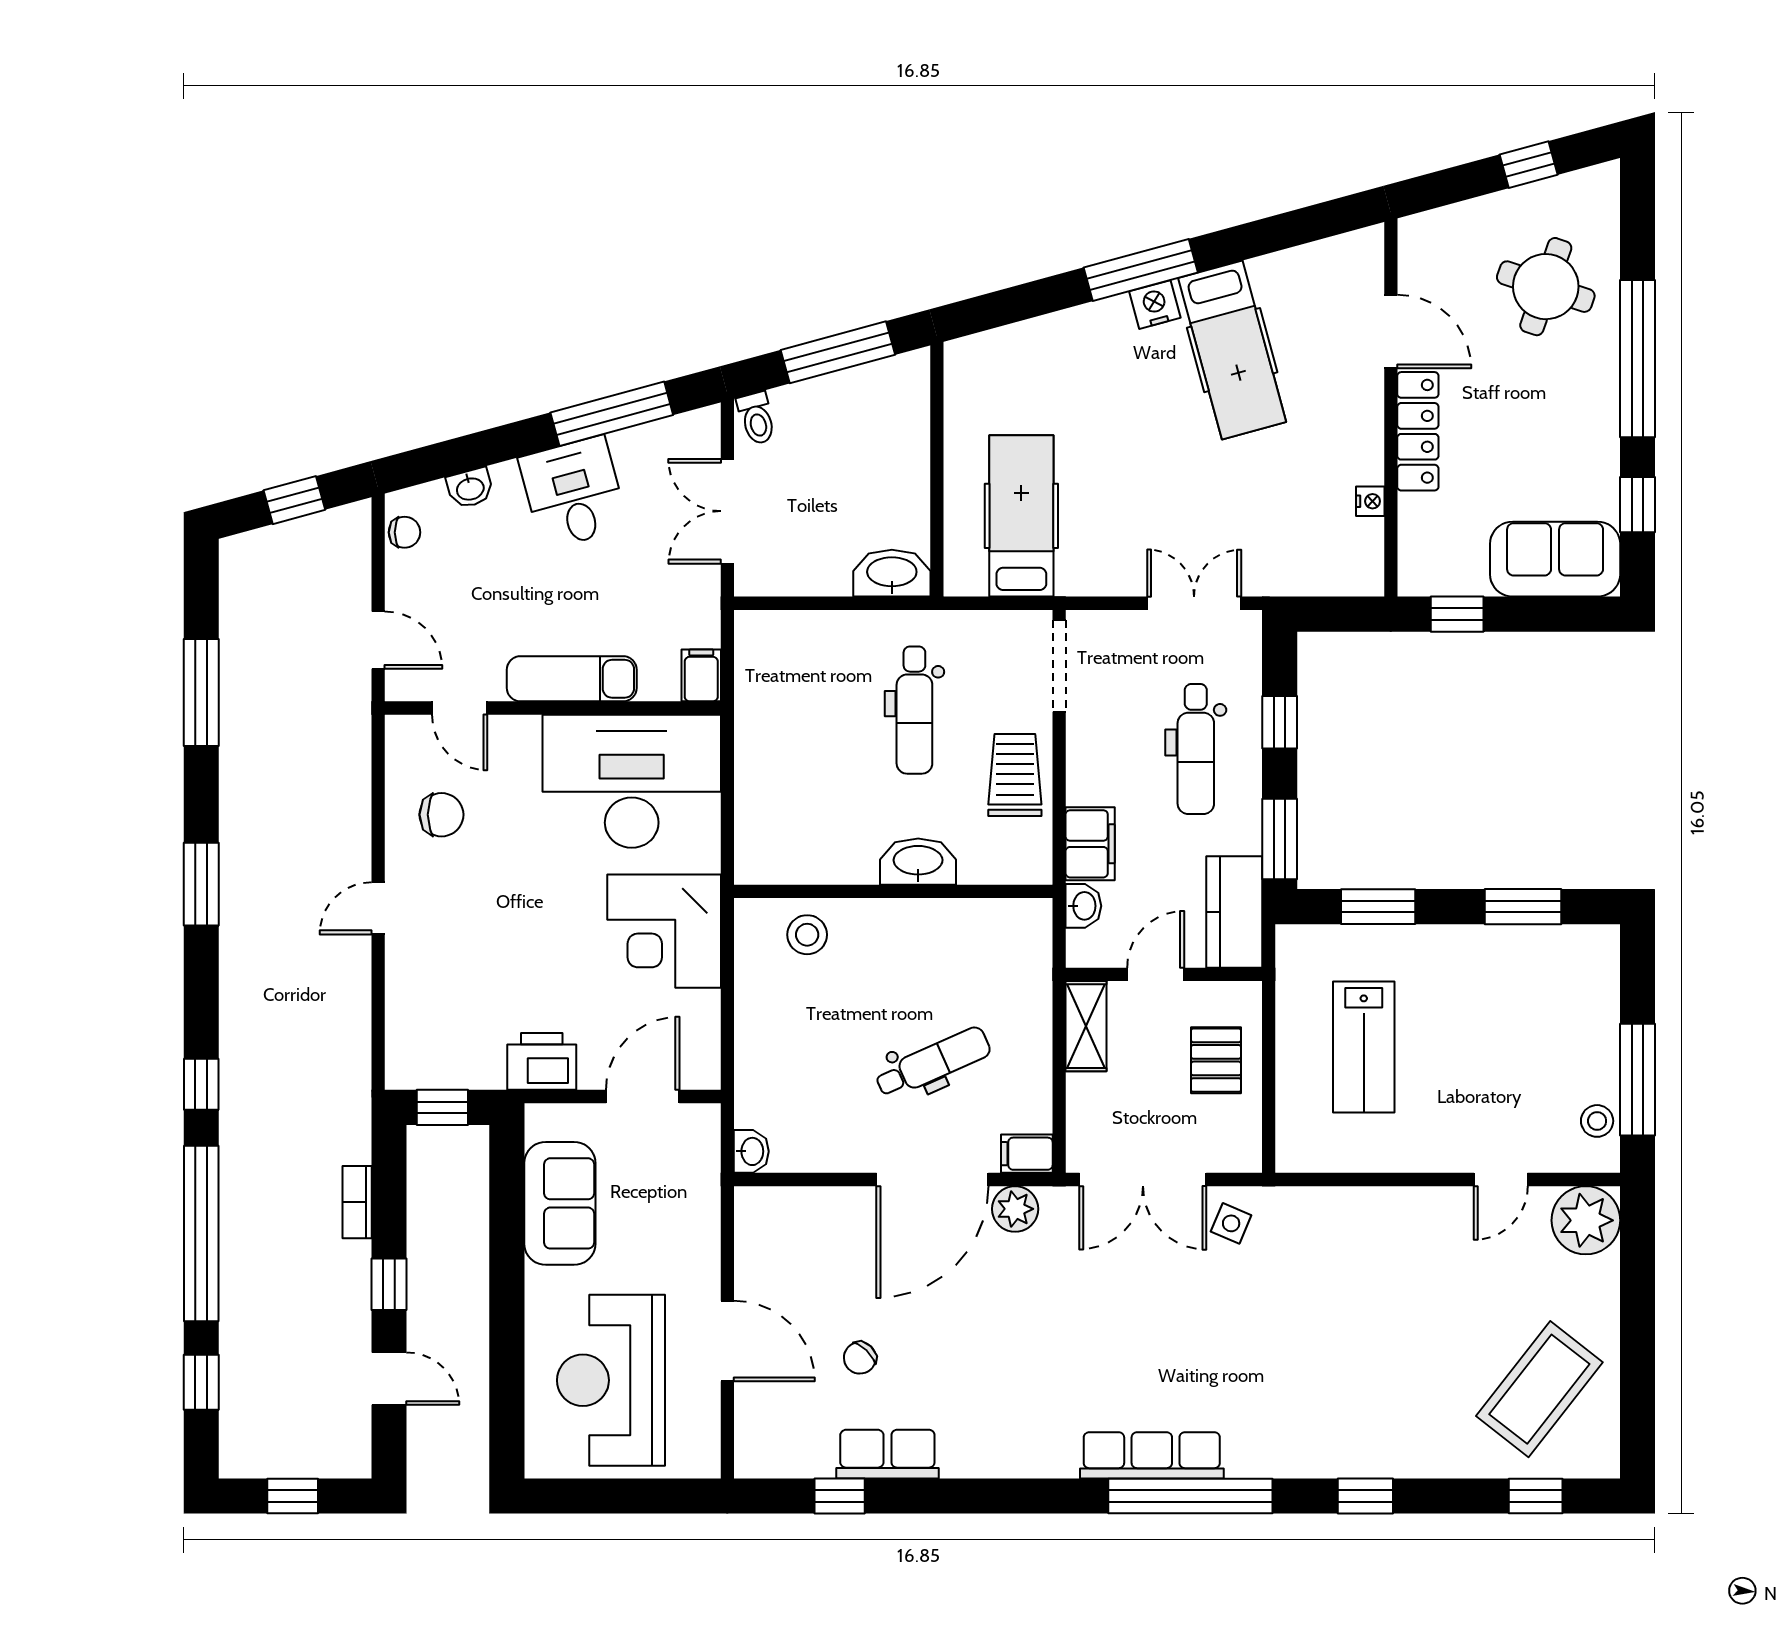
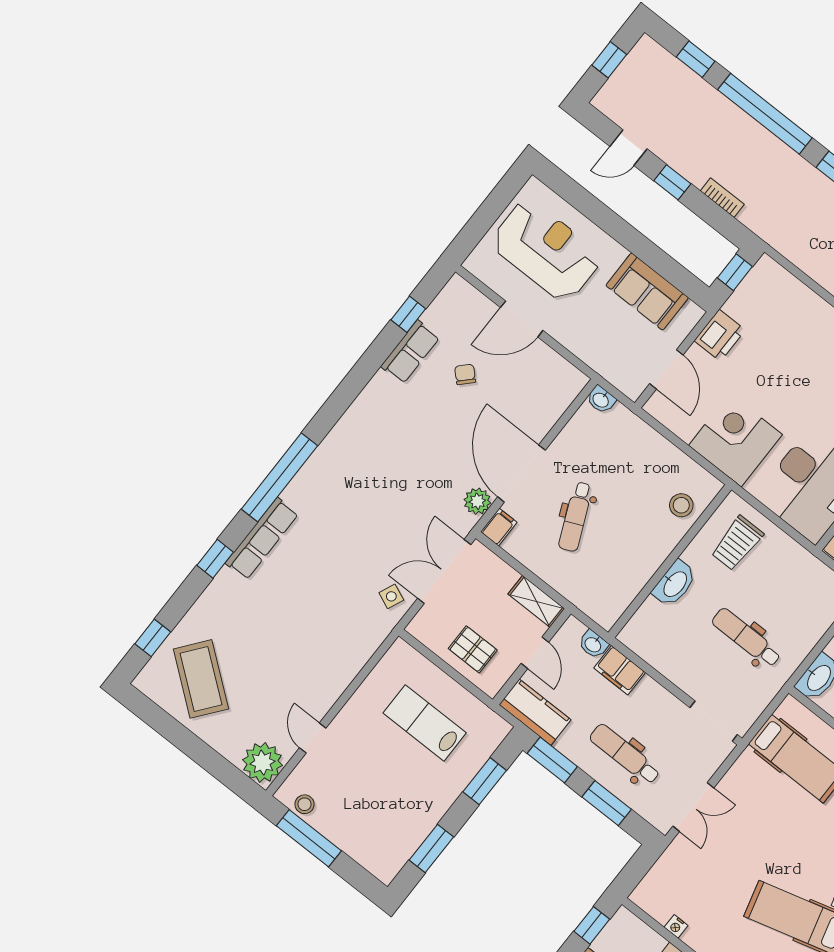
window: (1280, 722) -> (607, 803), width x1.50
trolley: (1015, 775) -> (737, 543), moved, turned 90
row of seats: (1152, 1455) -> (262, 538), moved

